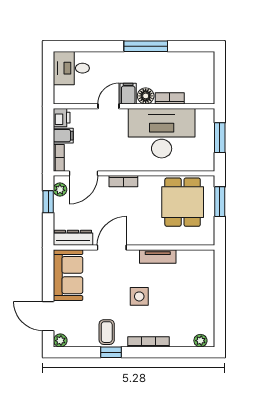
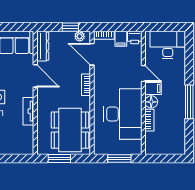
desk: (71, 68) -> (168, 45), width x1.37
dining table: (183, 202) -> (70, 130), width x1.38
window: (220, 202) -> (59, 159), moved

